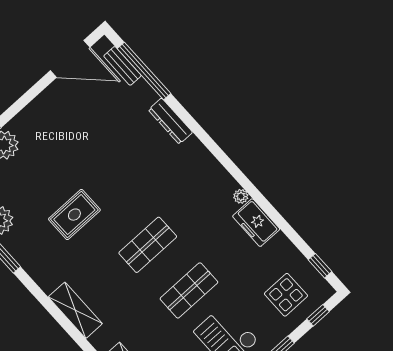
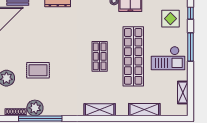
rug: (74, 215) -> (38, 70), moved, turned 90
shop shelf: (189, 290) -> (133, 56), width x2.00, depth x1.36

